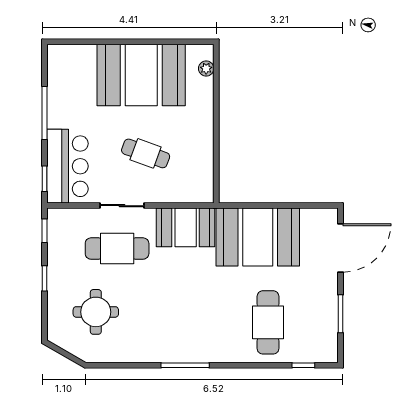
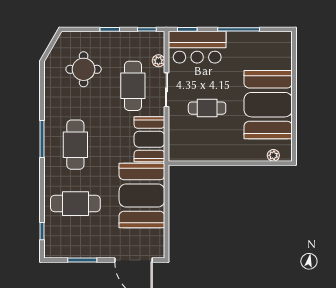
cafe table: (146, 153) -> (207, 108), turned 70
plant: (85, 216) -> (158, 61), added
cafe table: (193, 322) -> (75, 145), added

